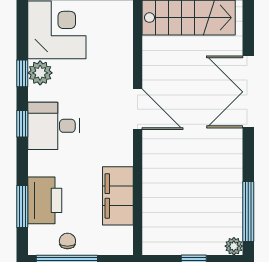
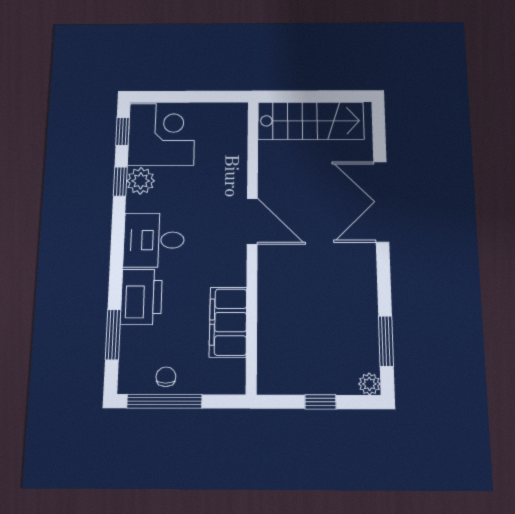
window: (22, 124) -> (123, 131), moved
printer: (45, 200) -> (141, 297), moved
window: (248, 211) -> (386, 341), width x0.69

